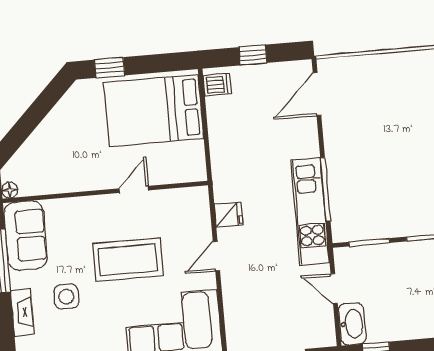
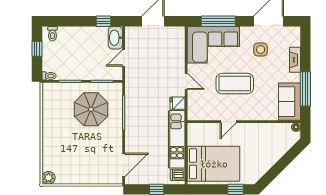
parasol: (385, 190) -> (91, 109), added
kitchen unit: (310, 211) -> (177, 139), moved, turned 180
door: (216, 256) -> (186, 81), hinge flipped
door: (334, 288) -> (124, 58), swing flipped
side table: (66, 297) -> (261, 50), moved

